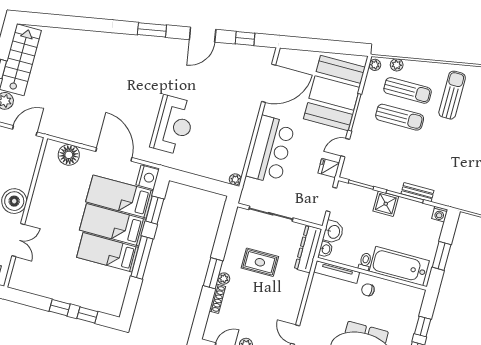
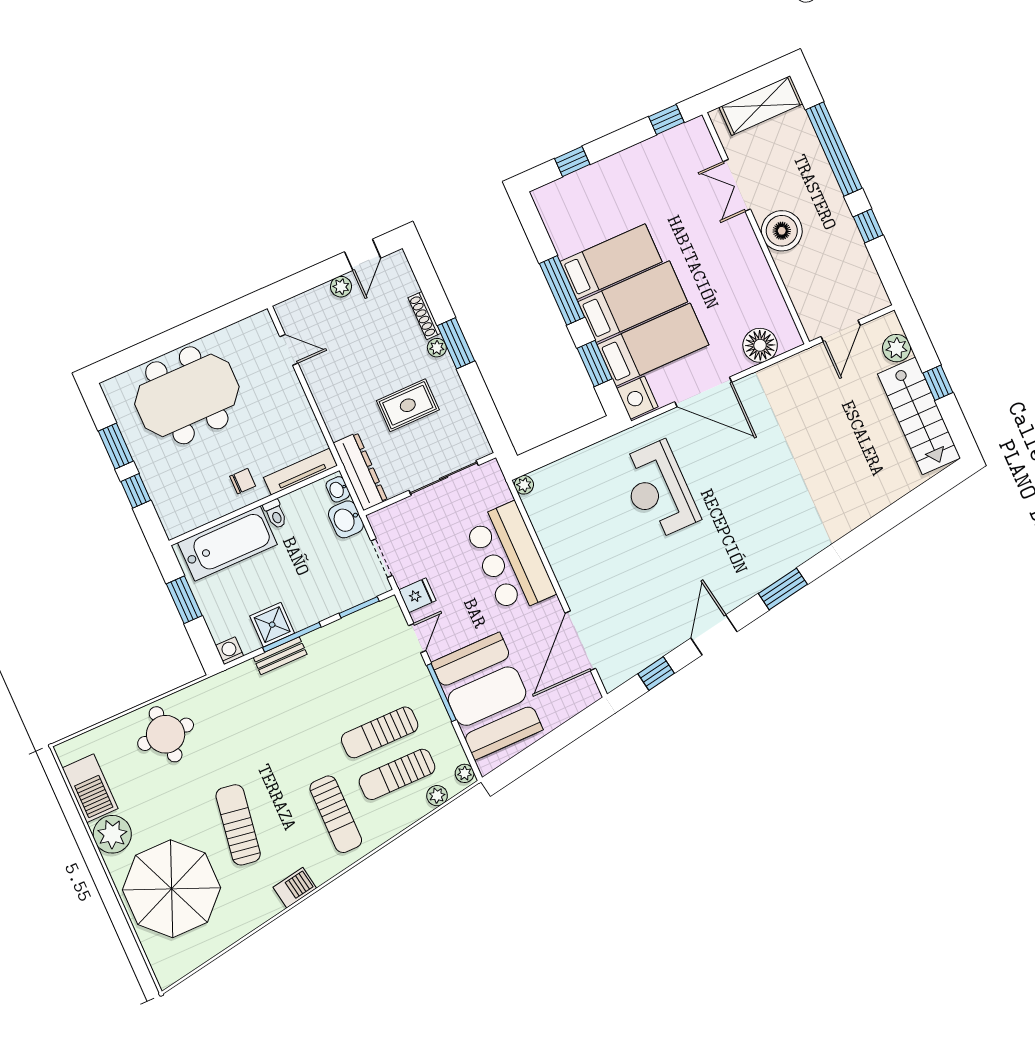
shower: (386, 204) -> (272, 625), moved
window: (60, 308) -> (666, 120), moved

